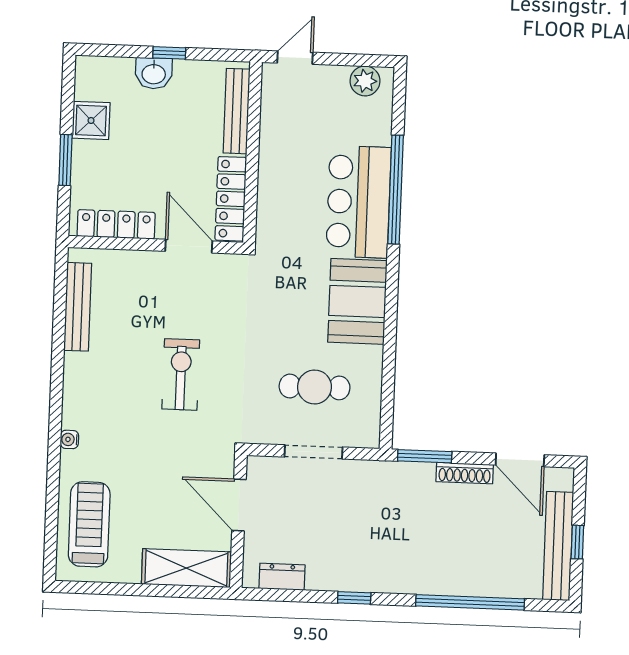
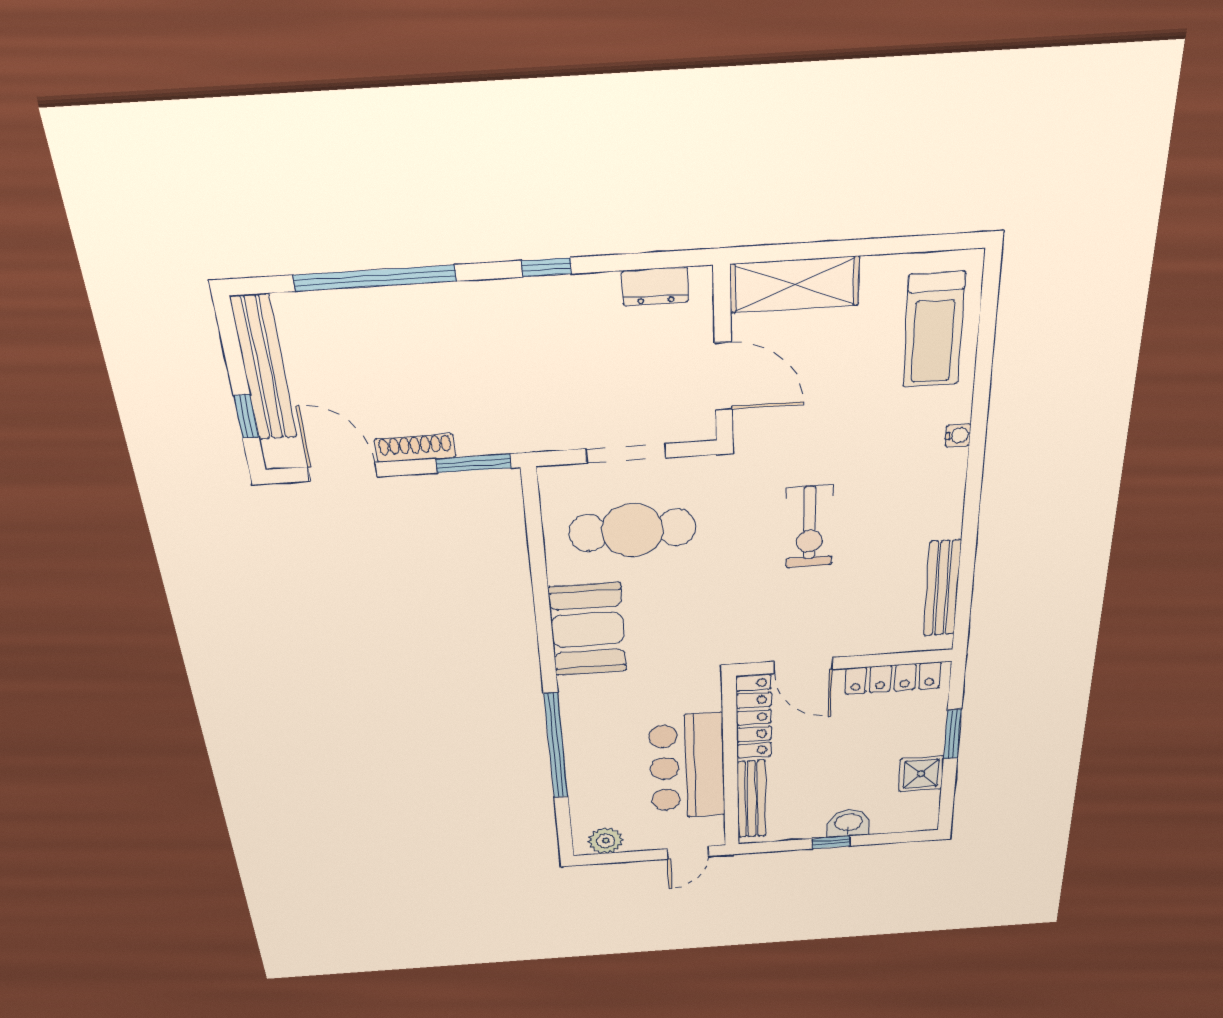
bar counter: (359, 202) -> (687, 767), moved, turned 180
cafe table: (315, 387) -> (632, 530), width x1.37, depth x1.35
window: (577, 542) -> (246, 416), moved

